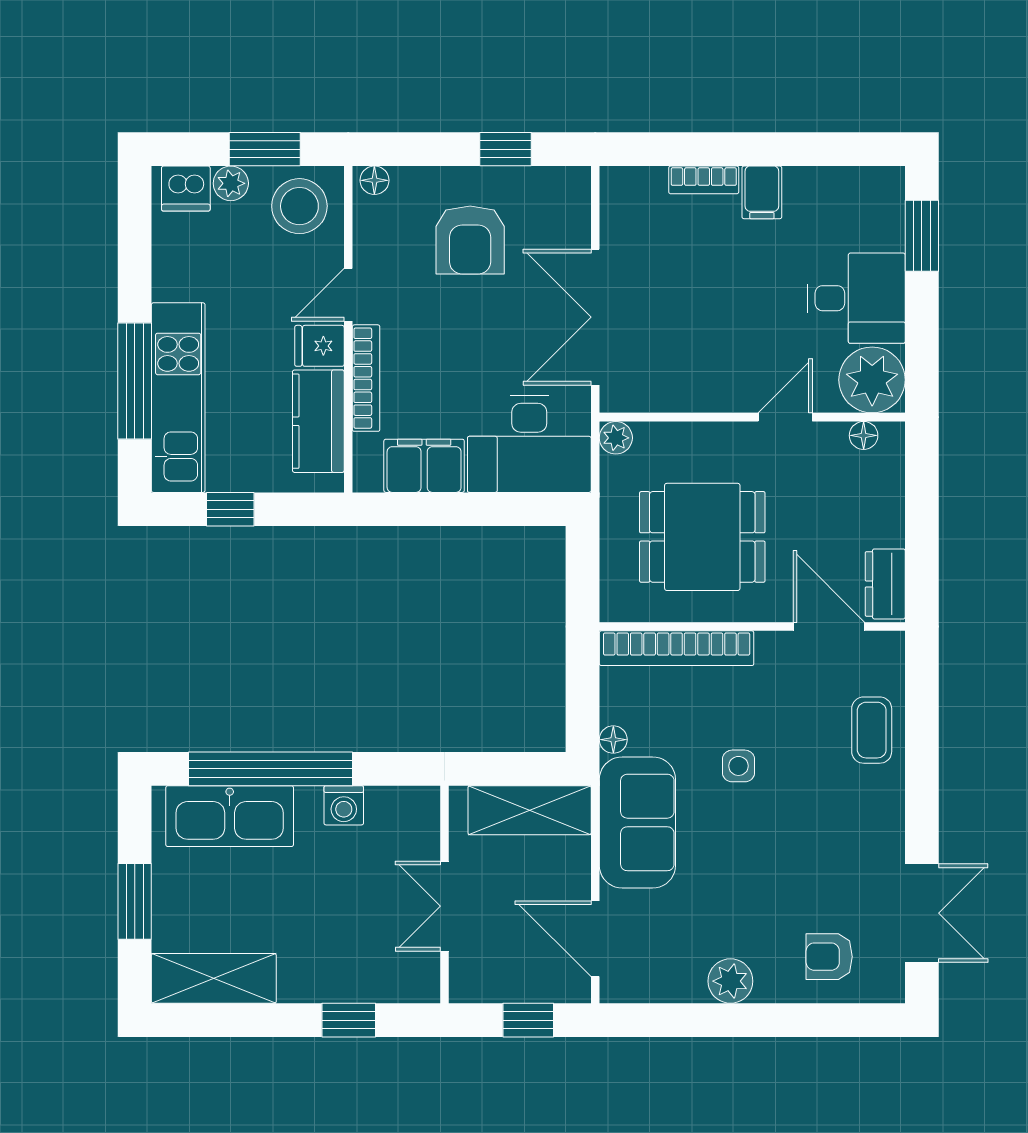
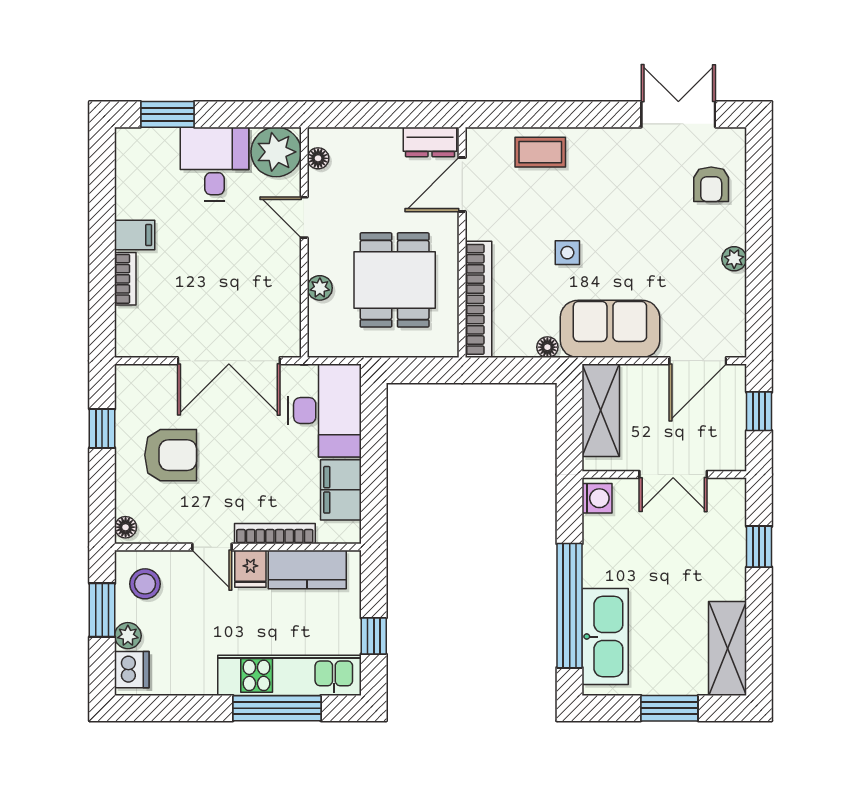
stool: (299, 206) -> (145, 584), width x0.73, depth x0.73
plant: (616, 438) -> (320, 288), moved
washing machine: (344, 805) -> (597, 498), moved
plant: (730, 981) -> (734, 259), width x0.73, depth x0.73

